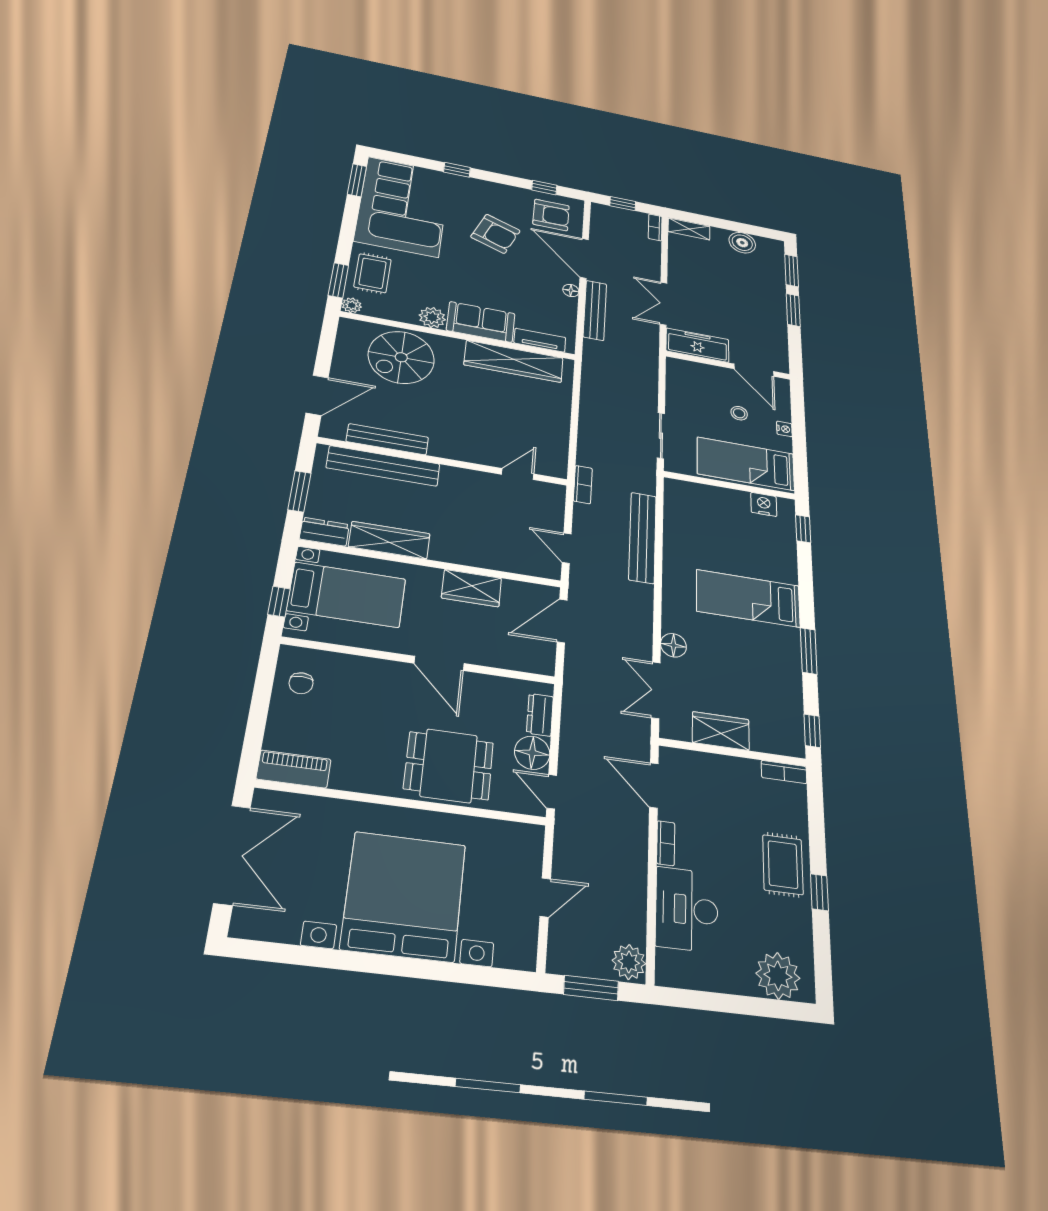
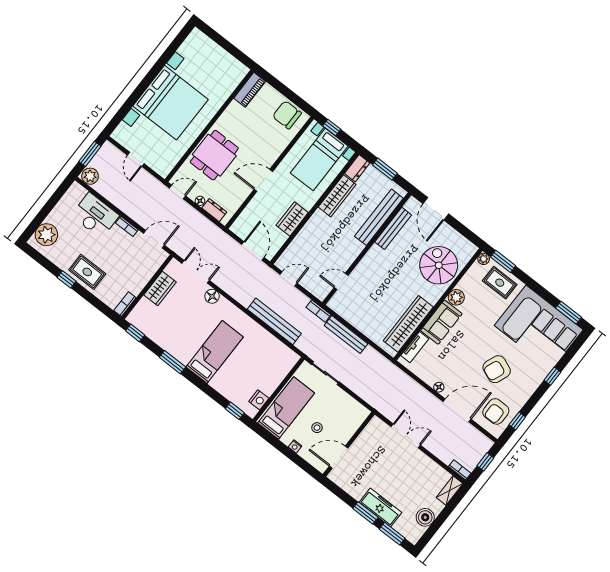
bench: (595, 310) -> (346, 335), moved
freezer: (697, 345) -> (380, 507), moved, turned -90
door: (518, 474) -> (341, 282), swing flipped
chair: (301, 683) -> (287, 115), width x1.87, depth x1.87
floor lamp: (532, 753) -> (200, 201), width x0.53, depth x0.53
double door: (232, 855) -> (227, 46), removed

